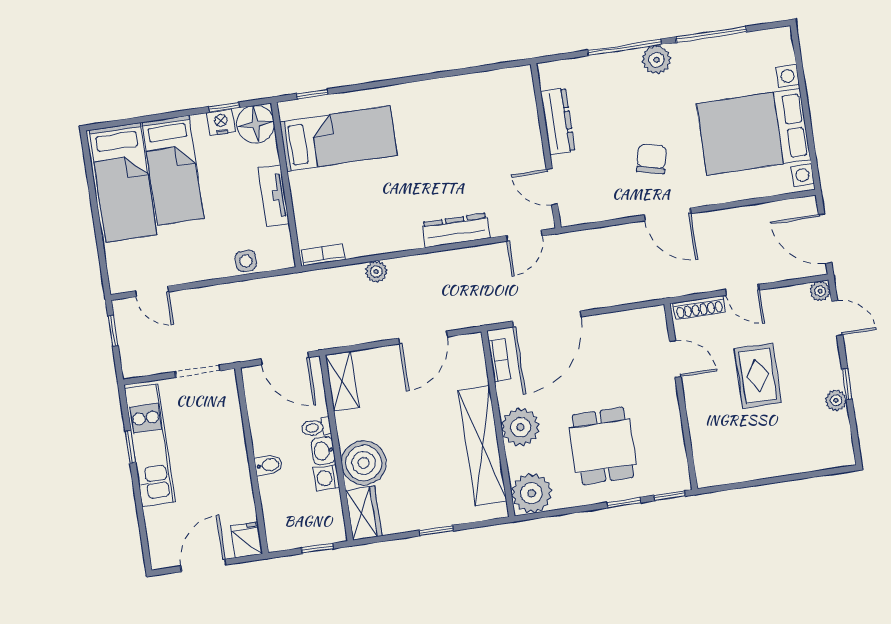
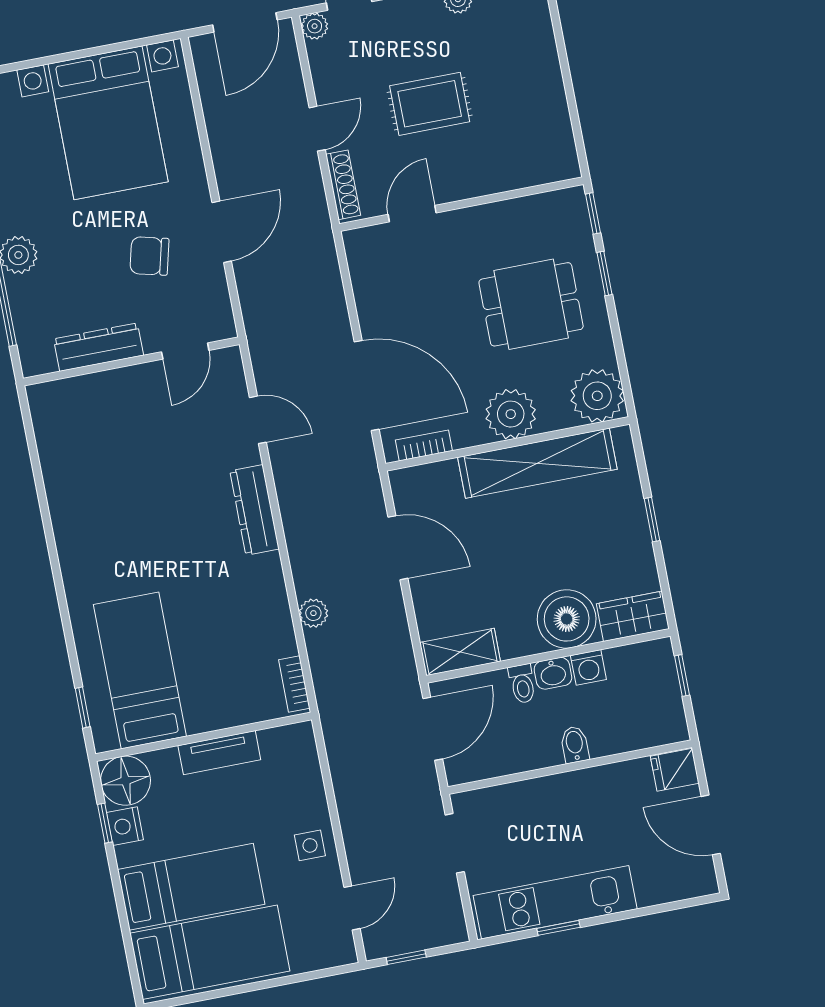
dresser: (558, 121) -> (98, 347), moved
wall: (546, 146) -> (131, 361), moved
door: (552, 187) -> (185, 351), moved
side table: (246, 261) -> (310, 845), moved

